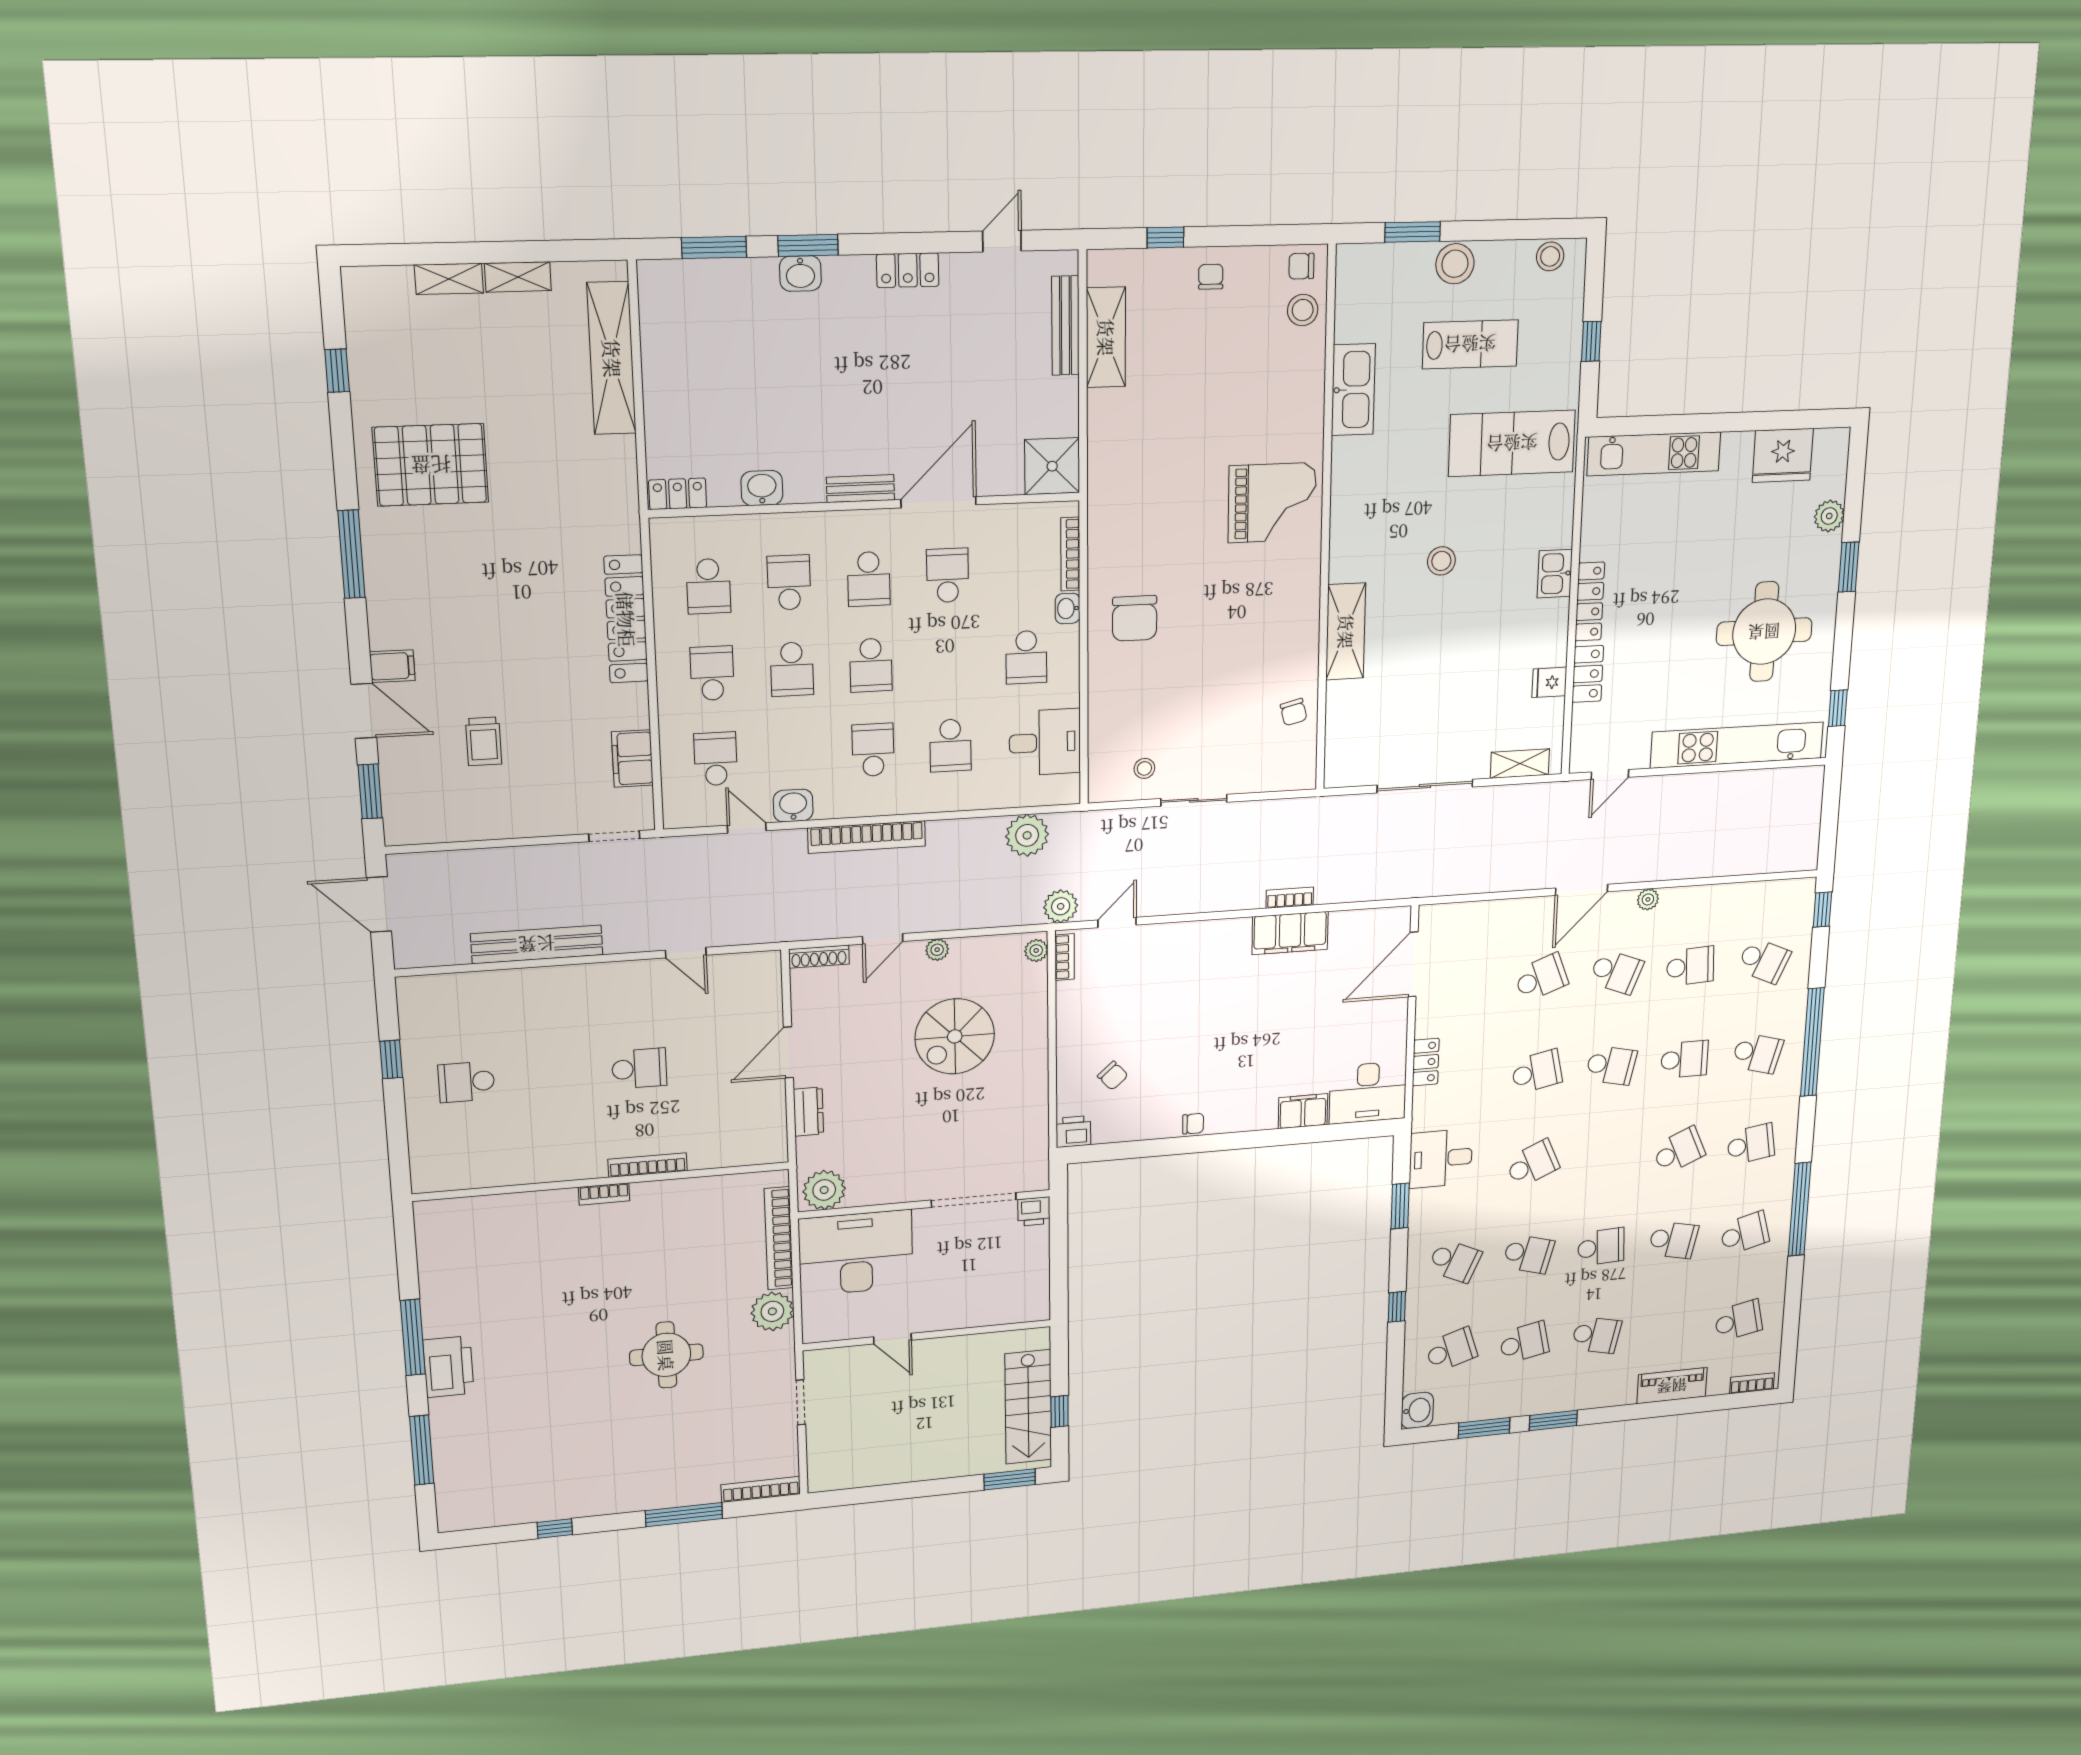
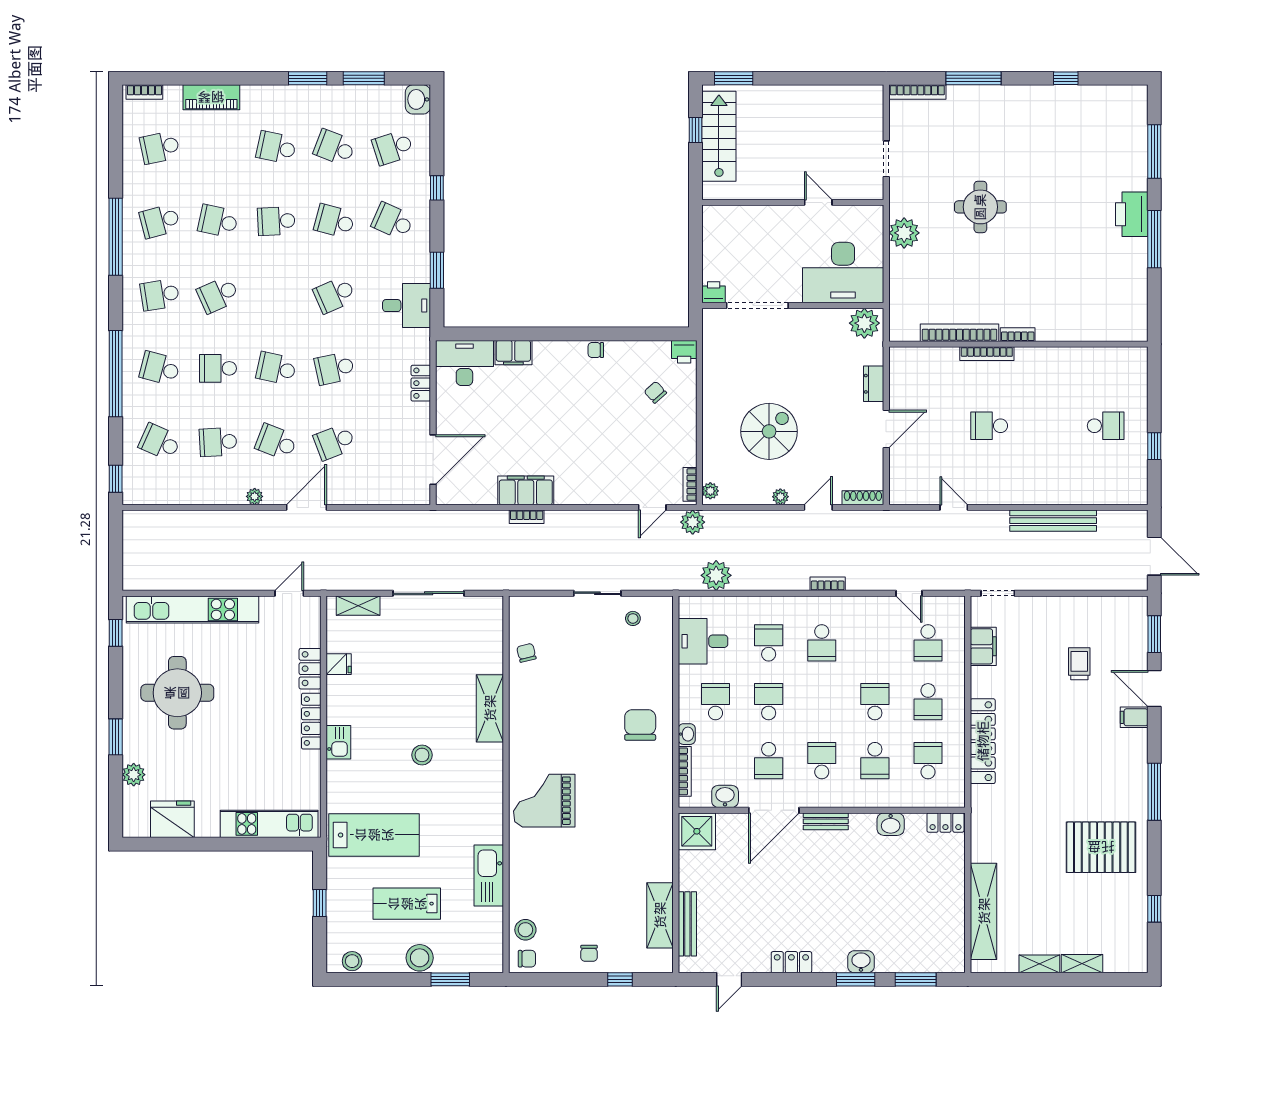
school desk: (871, 665) -> (769, 702), moved
washbasin: (793, 806) -> (725, 796), moved, turned 180
bookcase: (867, 837) -> (828, 584), width x0.43, depth x0.76
bookcase: (779, 1238) -> (960, 333), moved, turned -90
school desk: (1524, 1342) -> (334, 147), turned 33

